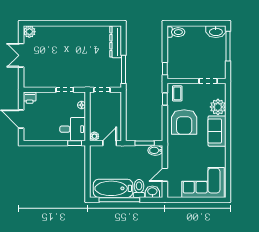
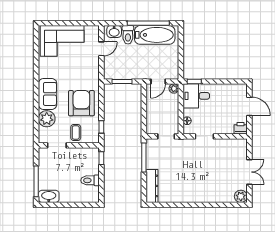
toilet: (176, 32) -> (90, 180), moved
coffee table: (177, 93) -> (76, 132), moved
bidet: (155, 150) -> (111, 74), removed

